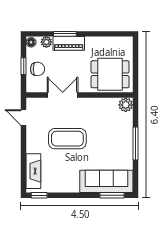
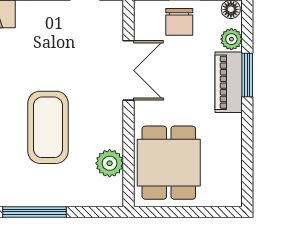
plant: (126, 105) -> (110, 163), moved
coffee table: (67, 139) -> (48, 127), moved

